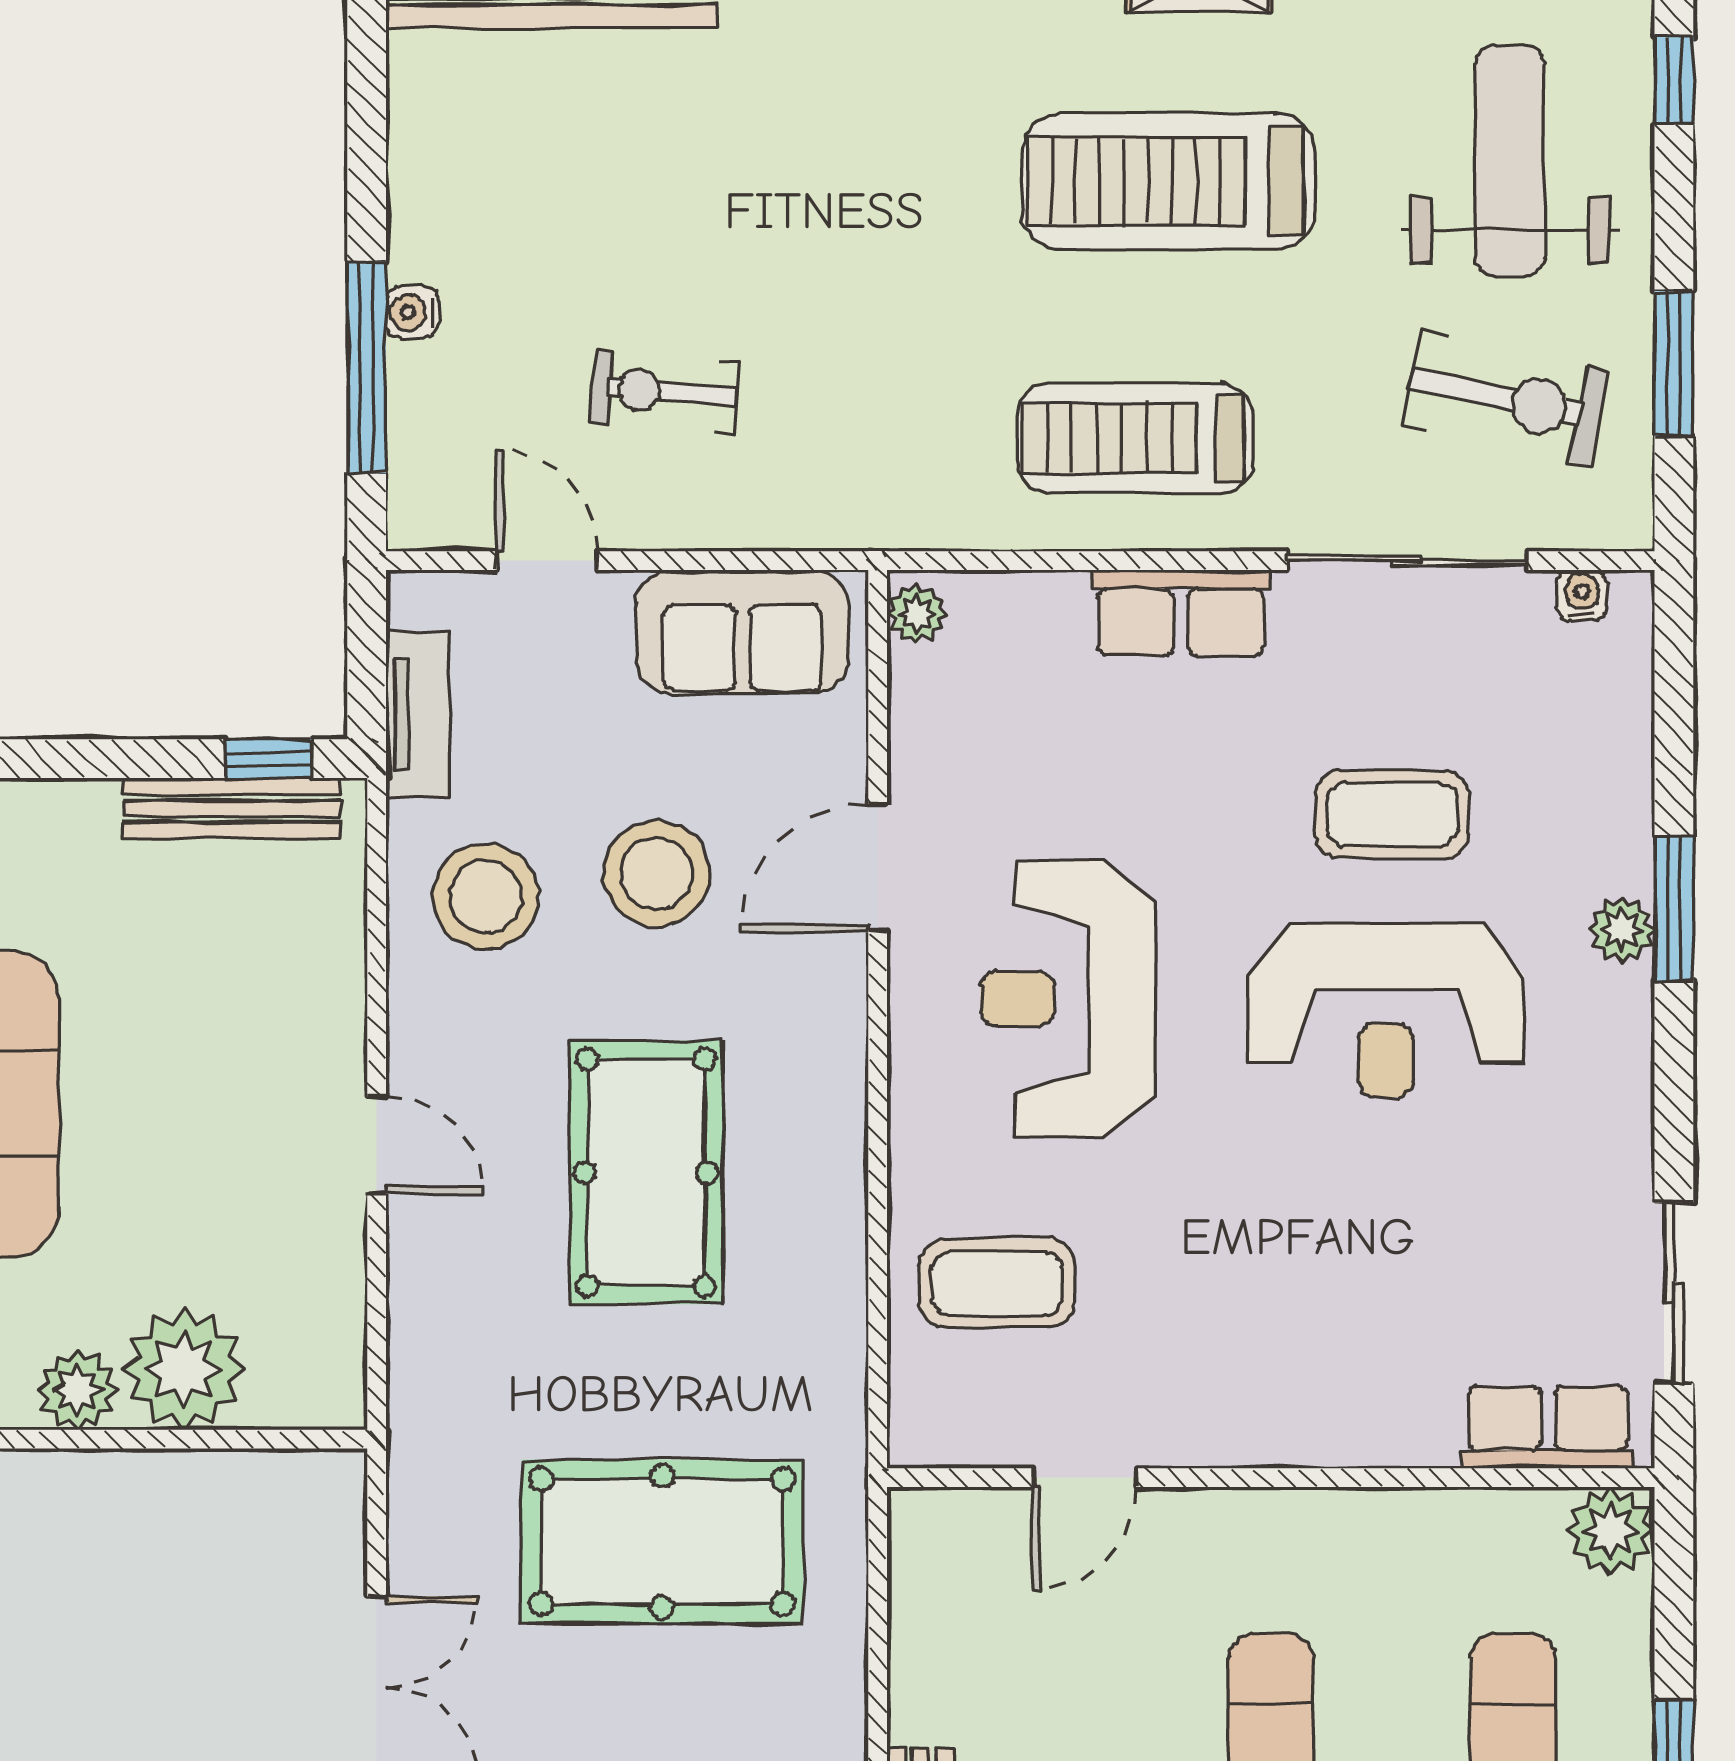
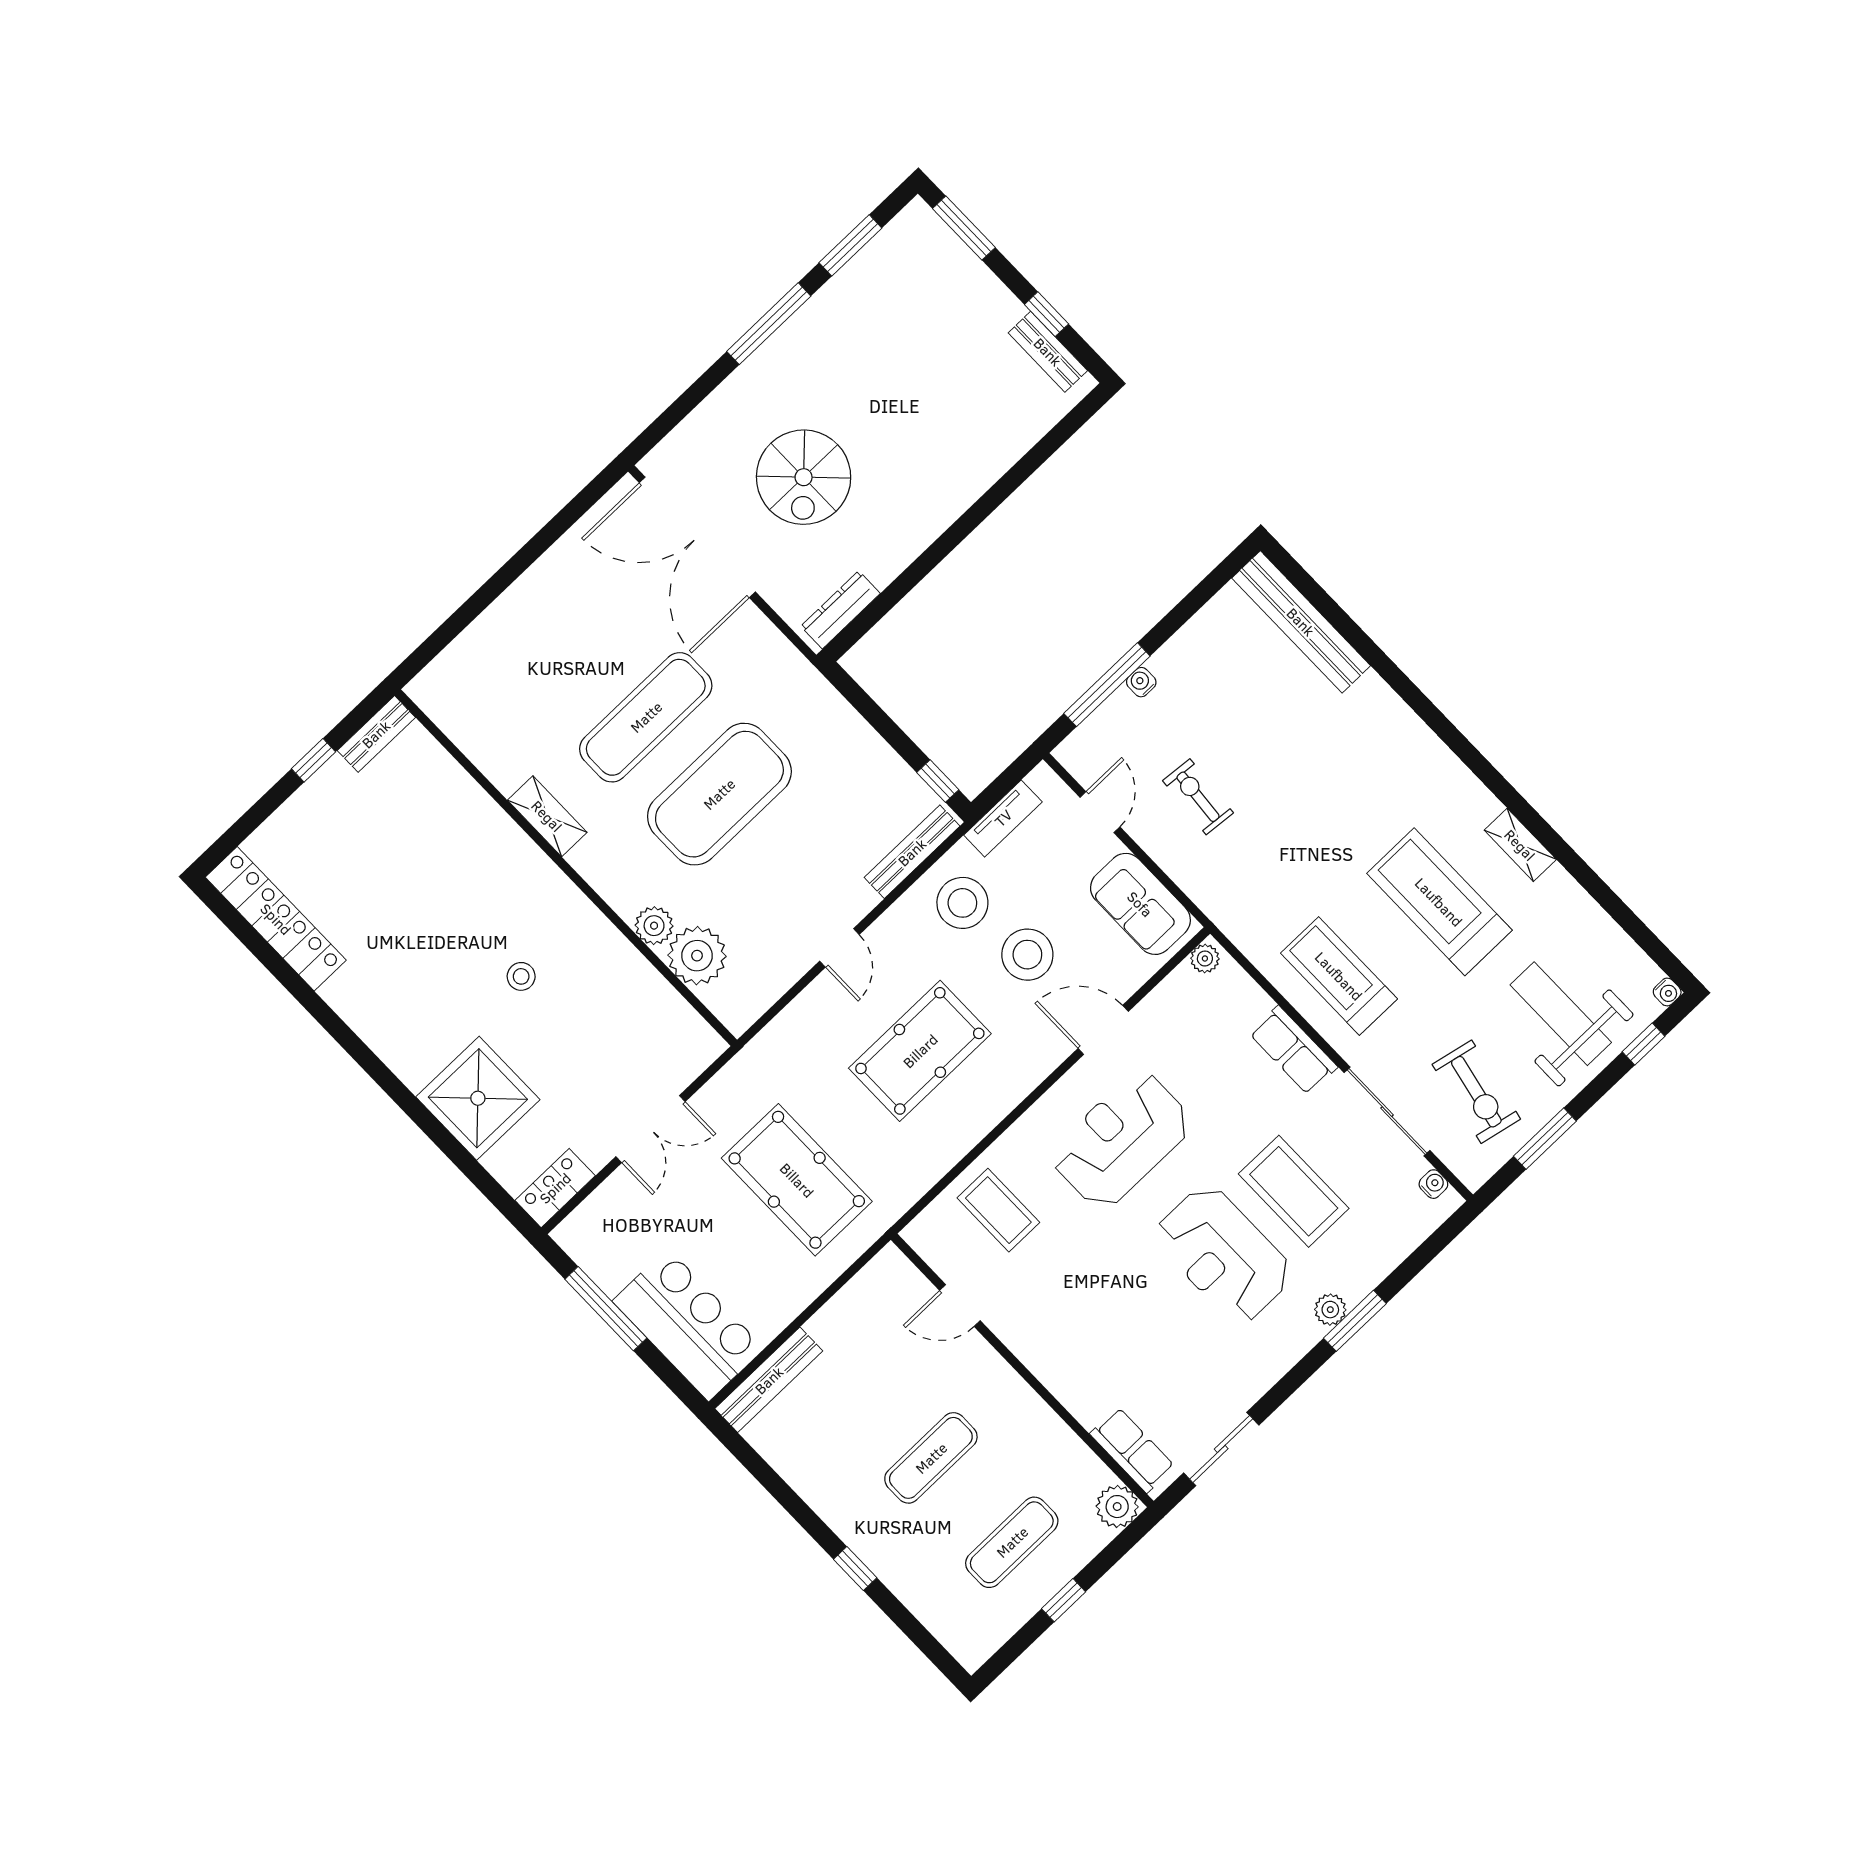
weight bench: (1510, 160) -> (1561, 1014), turned -90
bench: (232, 808) -> (912, 852), moved, turned 90
coffee table: (1392, 815) -> (1294, 1191), width x1.36, depth x1.32

